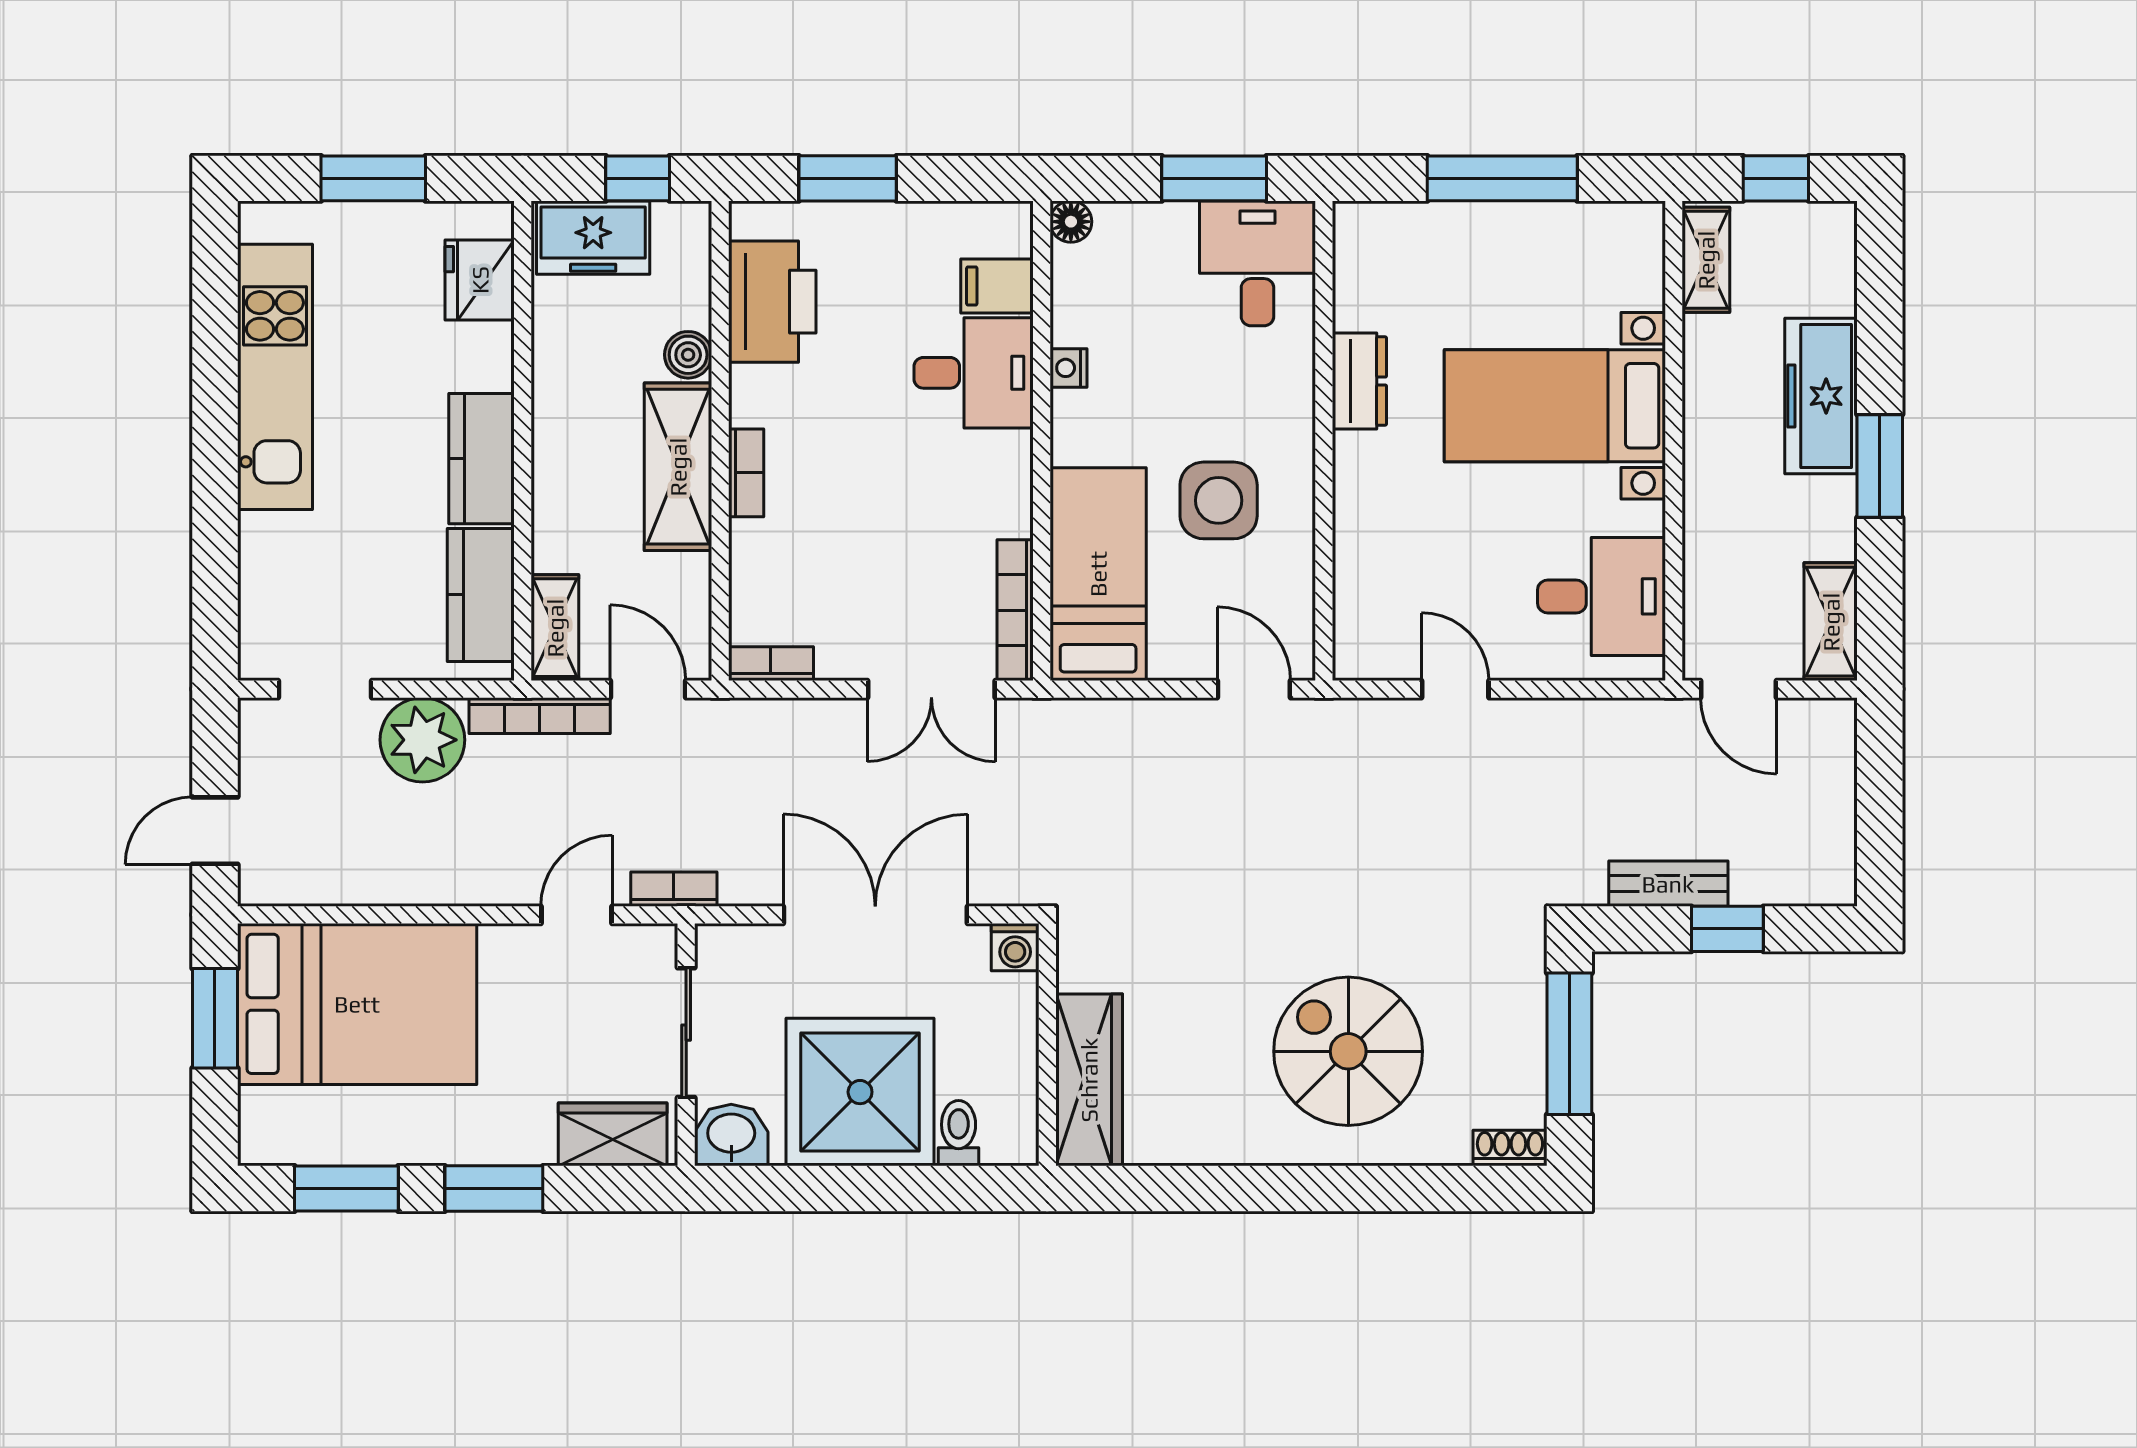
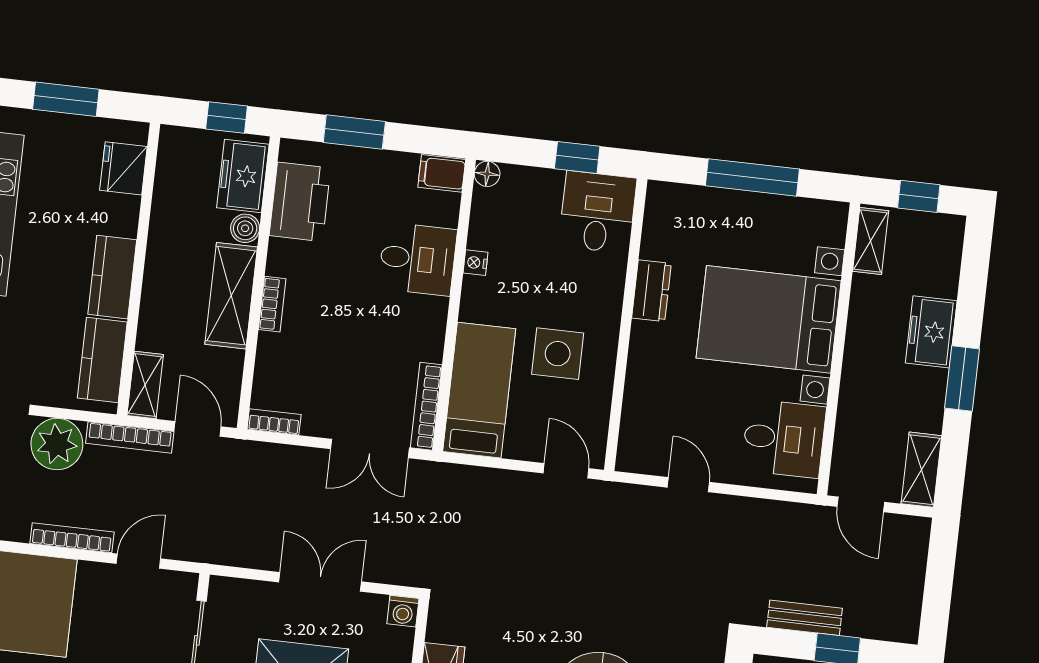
window: (1214, 178) -> (577, 157), width x0.67
freezer: (593, 238) -> (243, 176), moved, turned 90
filing cabinet: (997, 286) -> (442, 173), moved
freezer: (1821, 396) -> (931, 332), width x0.71
bed with nightstands: (1555, 406) -> (769, 319), width x1.36
bookcase: (674, 889) -> (72, 538), moved, width x1.56
double door: (875, 915) -> (320, 582), width x0.73

